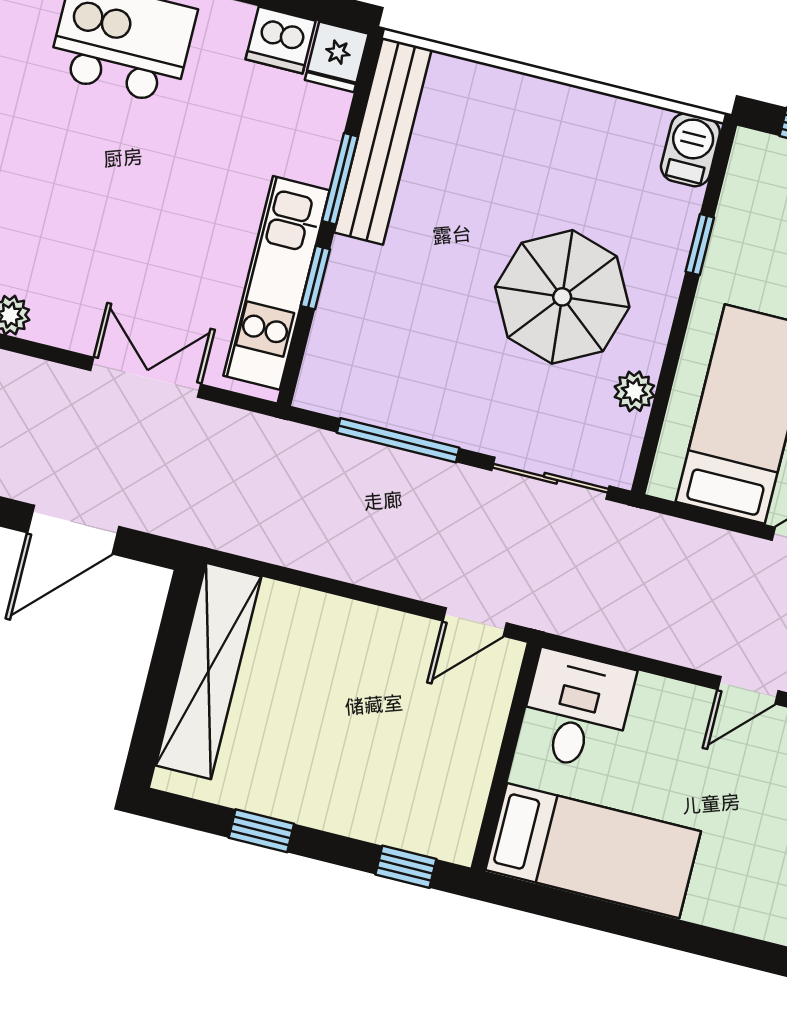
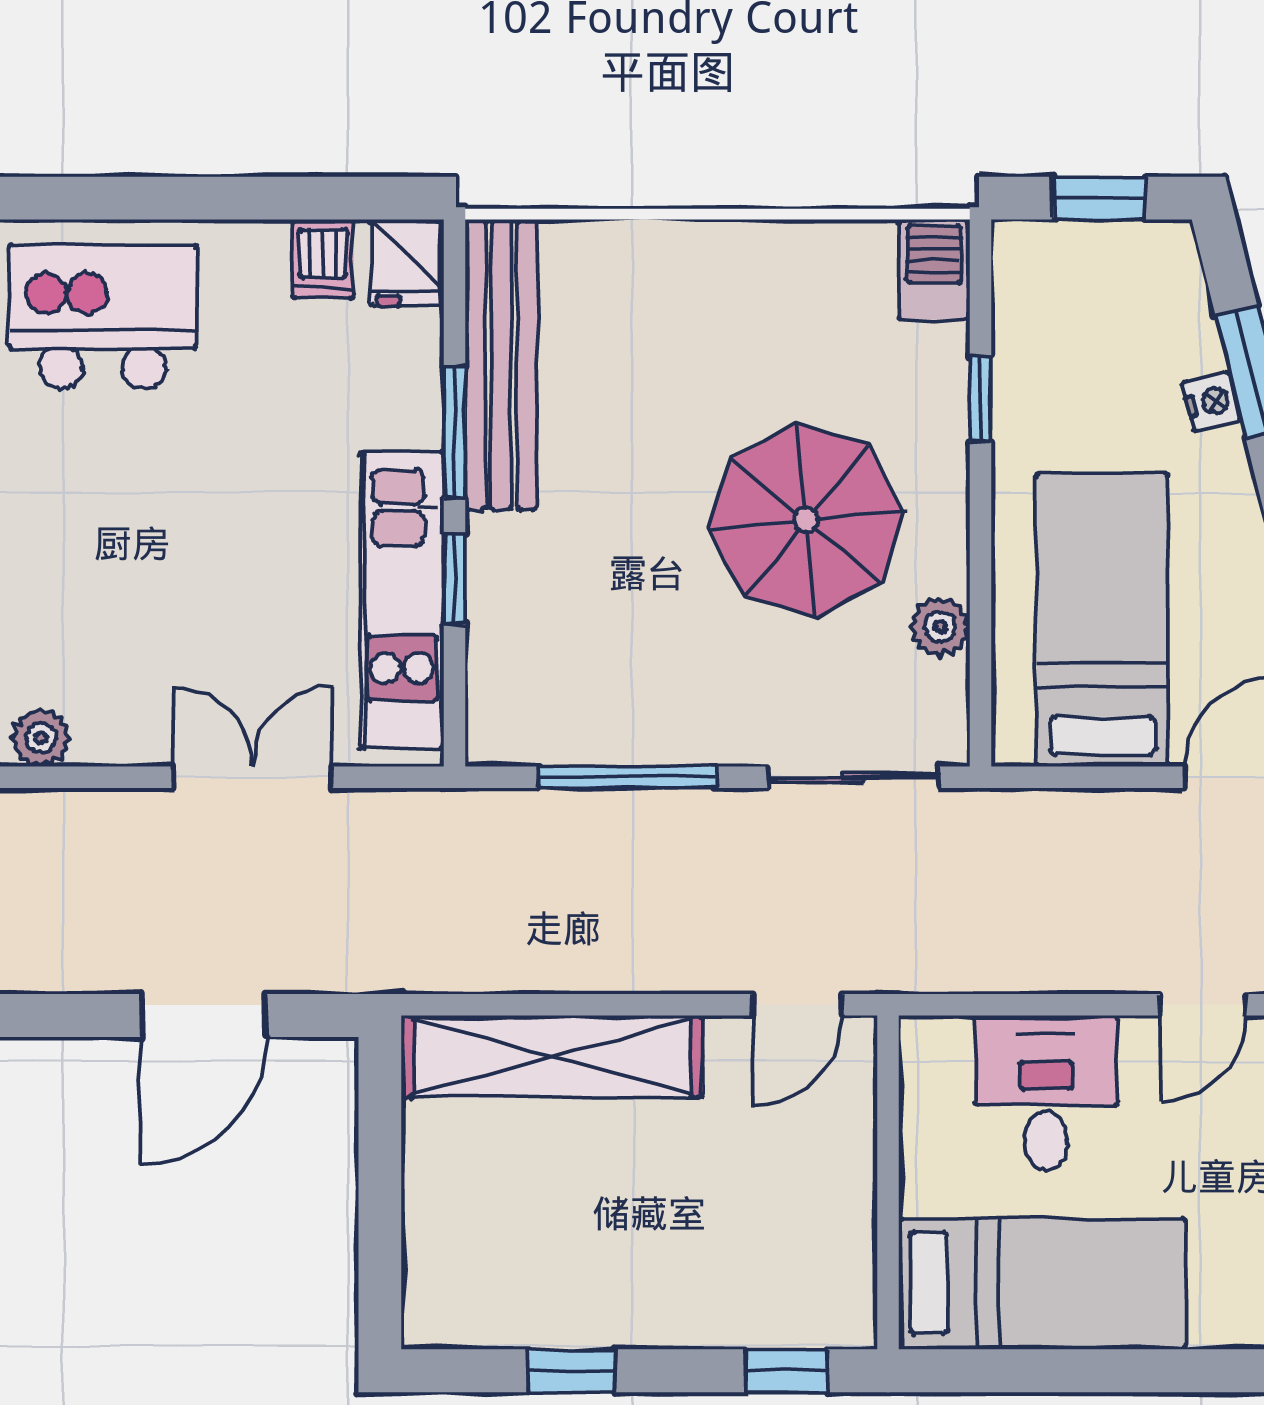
dishwasher: (281, 40) -> (323, 259), width x0.73
shelving: (208, 671) -> (552, 1056), moved, turned 90
desk: (576, 710) -> (1046, 1093), moved

